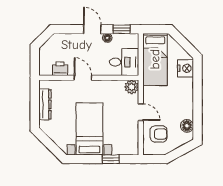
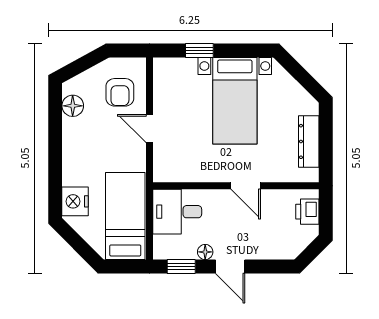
printer: (60, 69) -> (307, 212), moved, turned 90
plant: (132, 87) -> (165, 171), removed
armchair: (159, 134) -> (120, 92), turned -90

